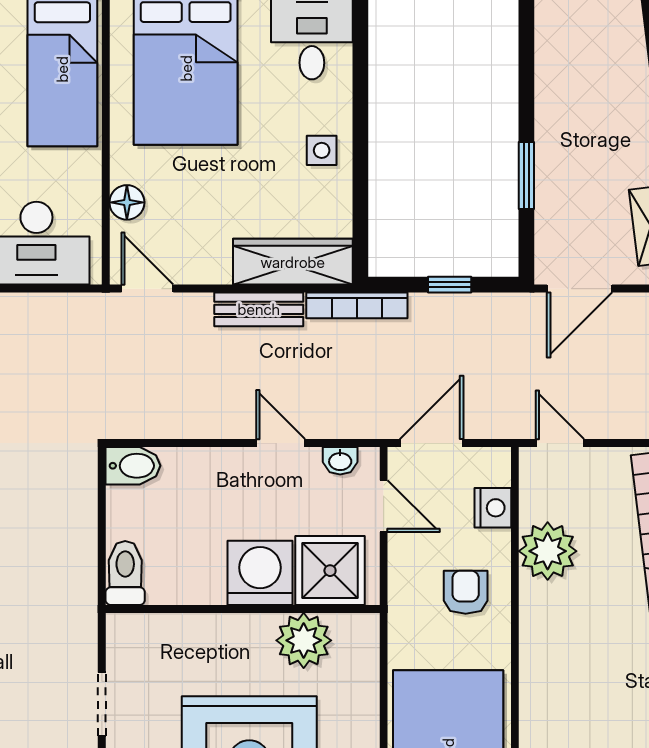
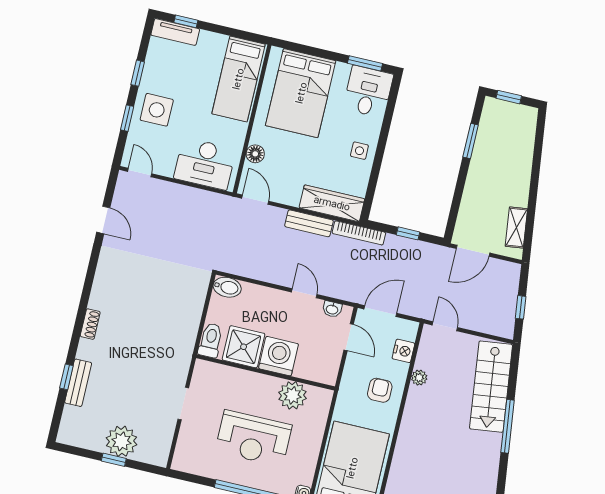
window: (526, 176) -> (471, 141), moved
plant: (548, 551) -> (419, 378), width x0.53, depth x0.53
shower: (330, 571) -> (244, 347), moved

